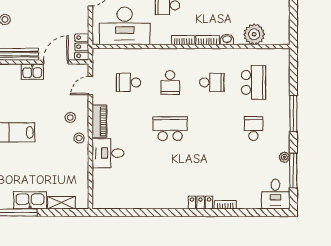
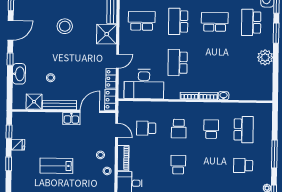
locker: (82, 19) -> (111, 78), added
plant: (254, 34) -> (245, 92), removed
school desk: (212, 82) -> (211, 129), turned -90
door: (90, 86) -> (117, 130), swing flipped
school desk: (170, 129) -> (178, 165), width x0.54
school desk: (253, 129) -> (243, 165), turned -90

